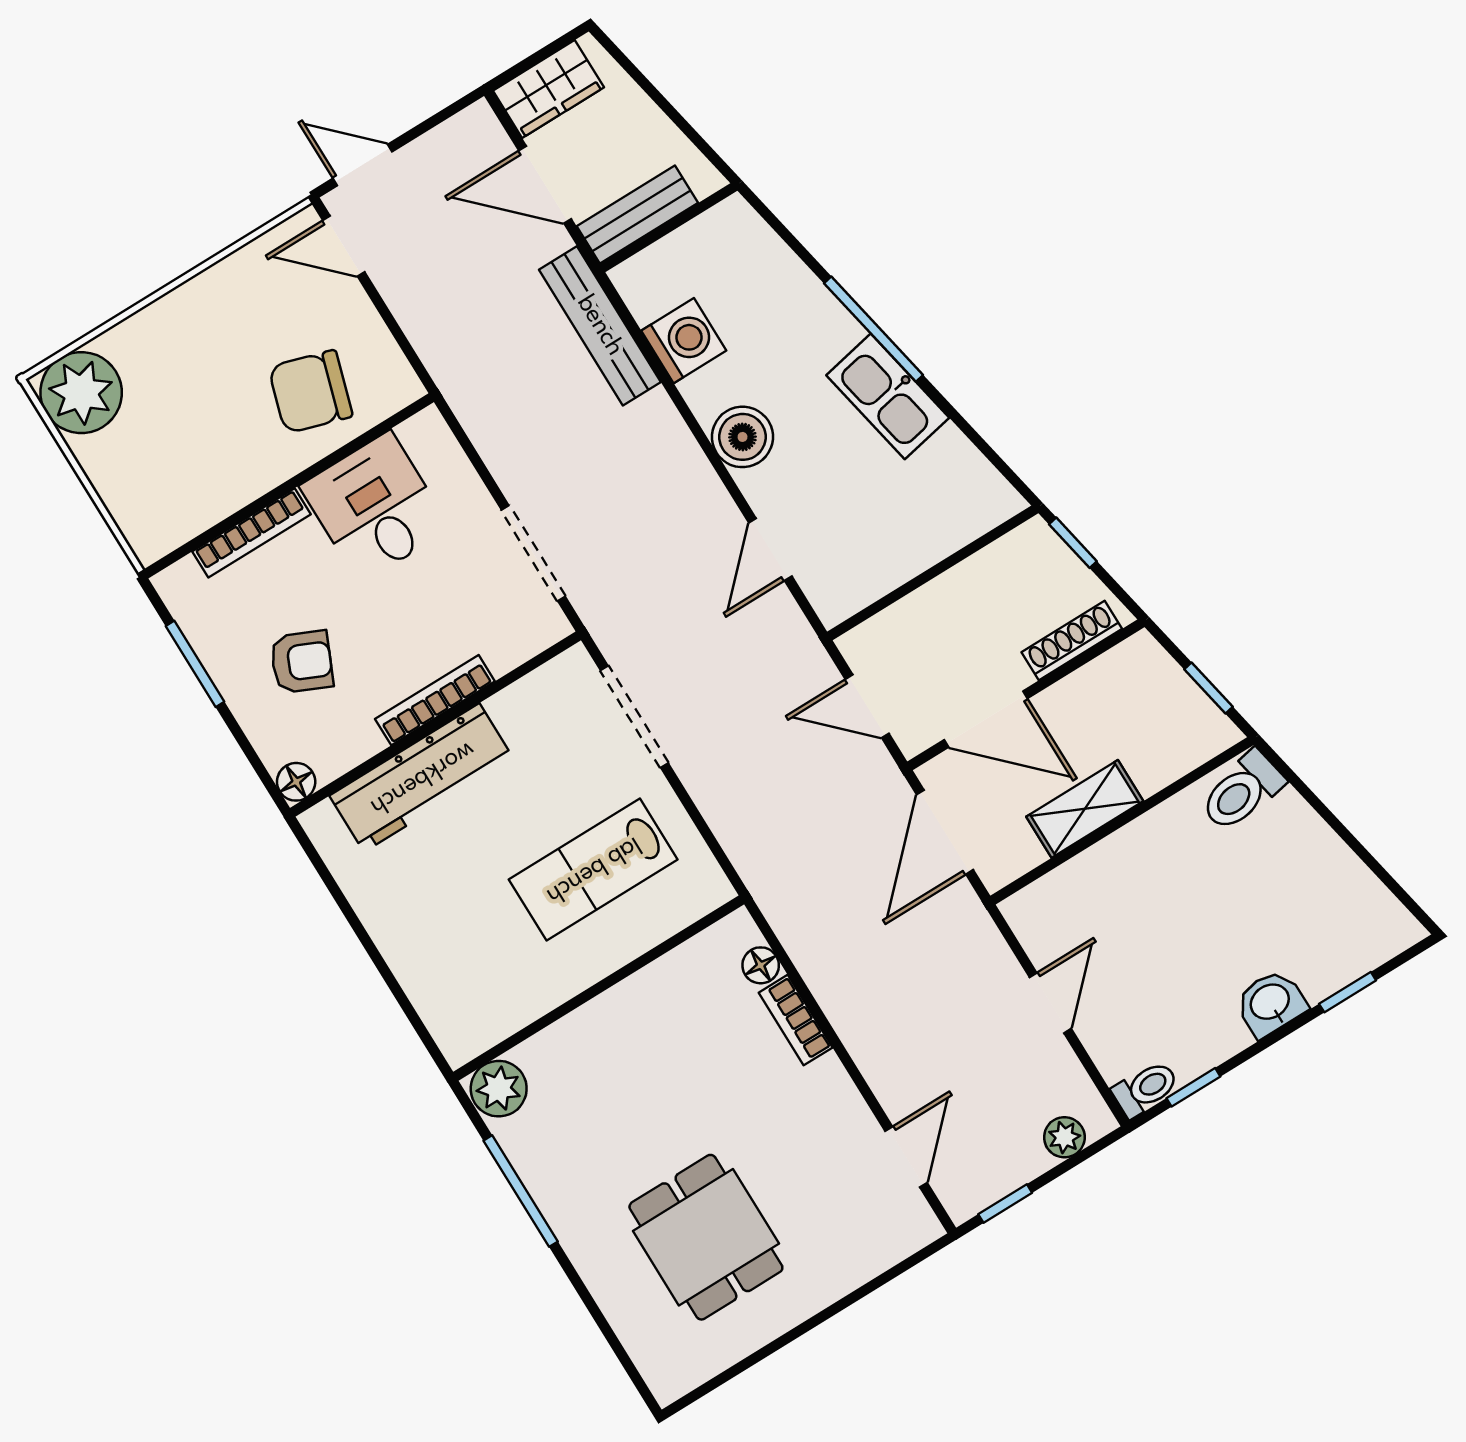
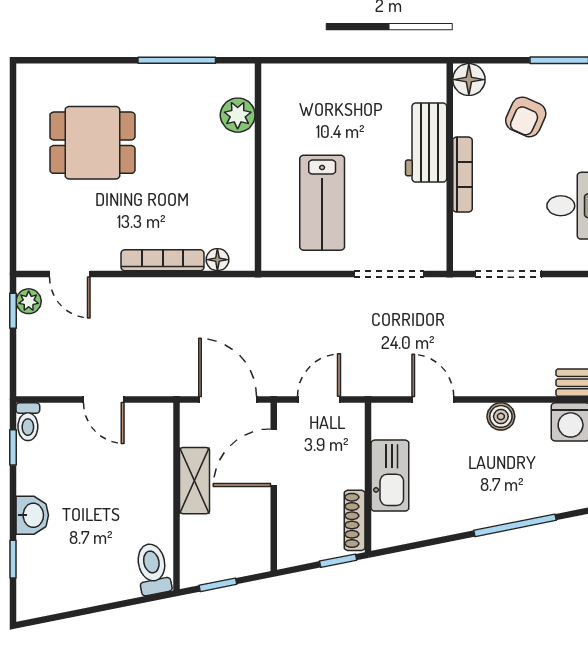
kitchen sink: (888, 396) -> (390, 476), moved, turned 101
boiler: (742, 437) -> (501, 416), width x0.73, depth x0.73
shoe rack: (1072, 640) -> (355, 520), moved, turned 180
workbench: (422, 778) -> (426, 143), width x0.73
floor lamp: (296, 782) -> (469, 80), width x1.37, depth x1.37
lab bench: (593, 870) -> (322, 203), turned 180
bookcase: (796, 1020) -> (163, 260), width x1.56
plant: (499, 1089) -> (238, 115), moved
plant: (1064, 1137) -> (29, 301), moved

